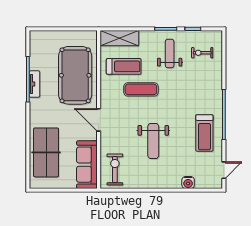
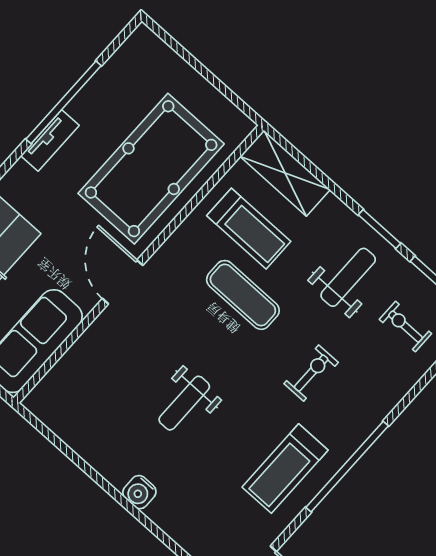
tv unit: (35, 84) -> (50, 140), moved
weight bench: (153, 141) -> (184, 403), width x0.73, depth x0.75
exercise bike: (115, 169) -> (311, 373), moved, width x0.73, depth x0.72
water cooler: (188, 182) -> (139, 492), moved

